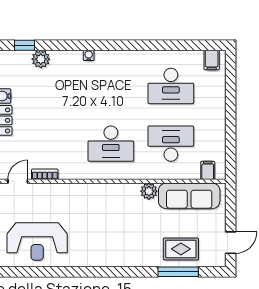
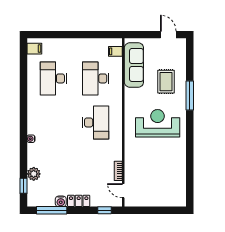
desk: (171, 86) -> (53, 78), turned 180
plant: (149, 191) -> (131, 95), removed
reception desk: (37, 241) -> (158, 123), moved, turned -90
rug: (181, 249) -> (166, 82), moved
window: (178, 272) -> (190, 96), moved

